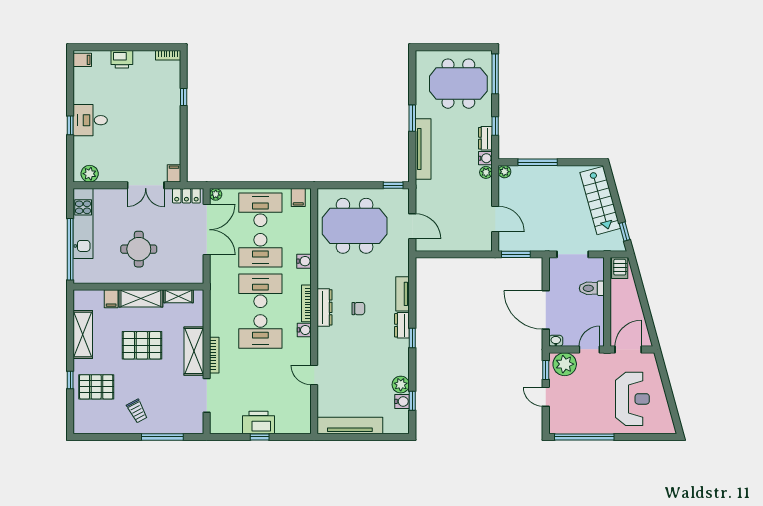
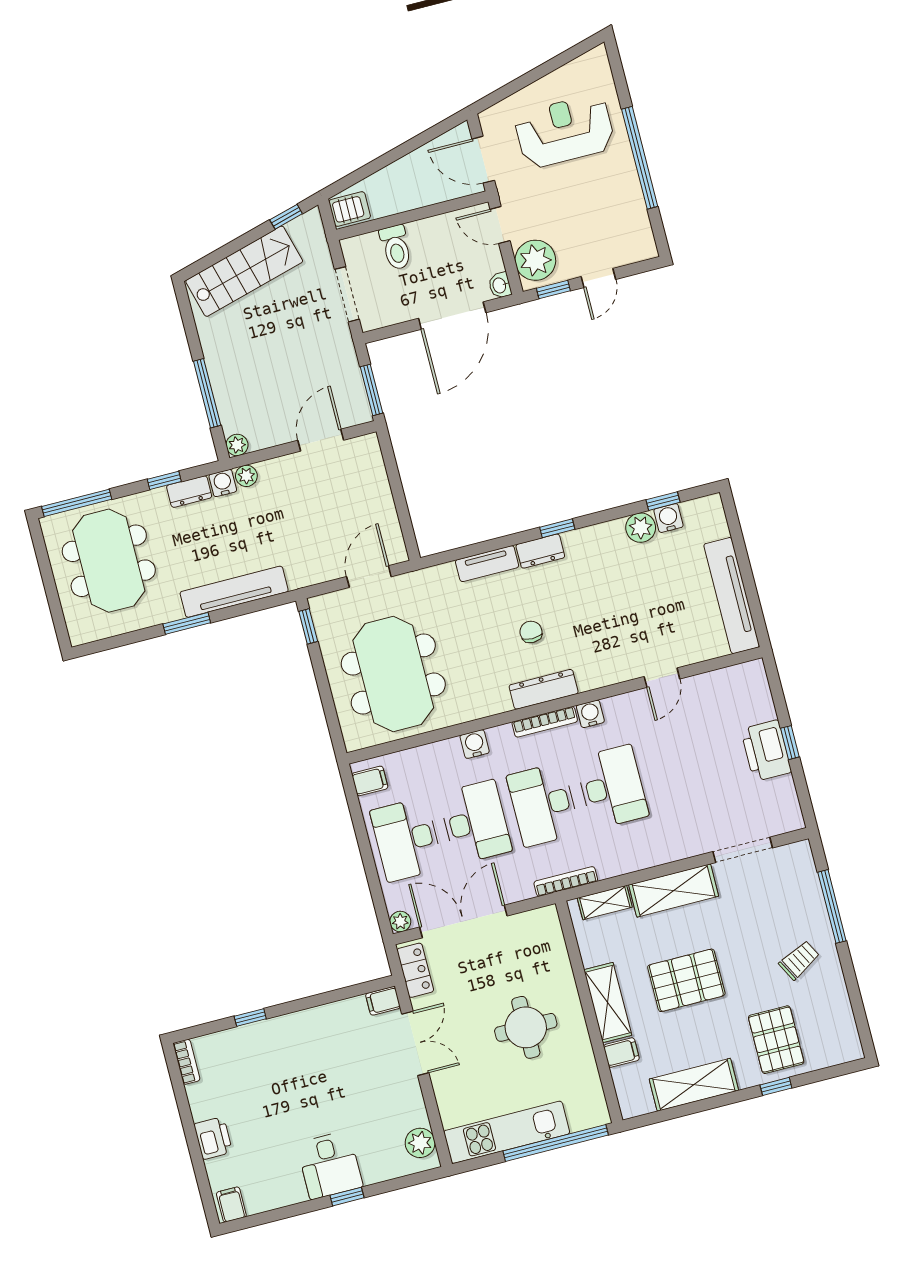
shelving: (178, 296) -> (605, 903), moved, turned 90
pallet: (142, 345) -> (686, 980), turned 90
bookcase: (214, 355) -> (566, 881), moved
window: (584, 437) -> (640, 158), moved

